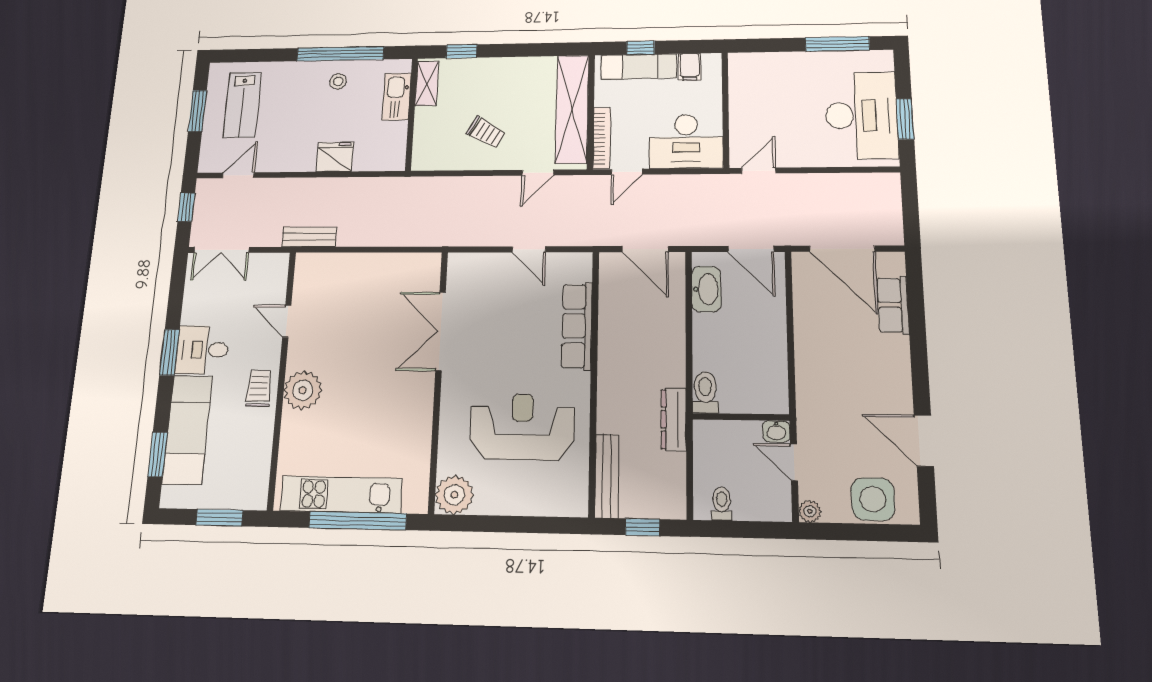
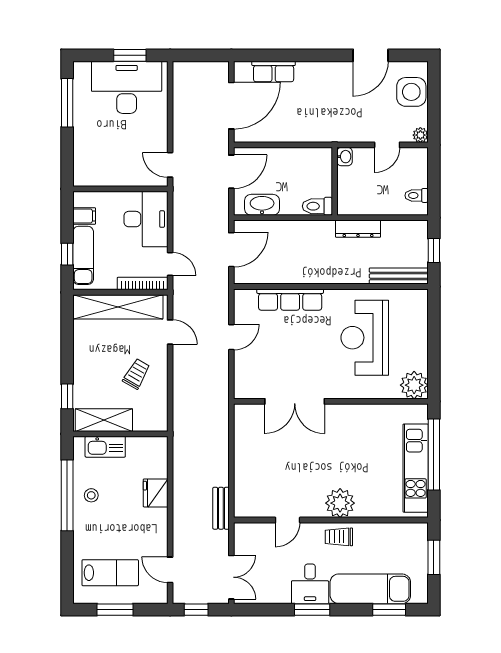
shelving: (427, 83) -> (104, 420), width x1.50, depth x1.33
toilet: (705, 392) -> (317, 206), moved
wall: (741, 417) -> (335, 181), moved
washbasin: (776, 431) -> (345, 157), moved

